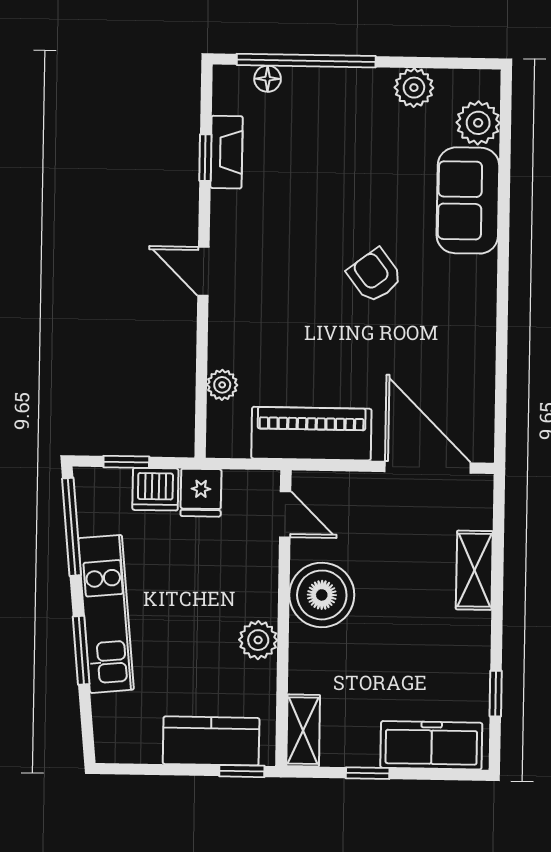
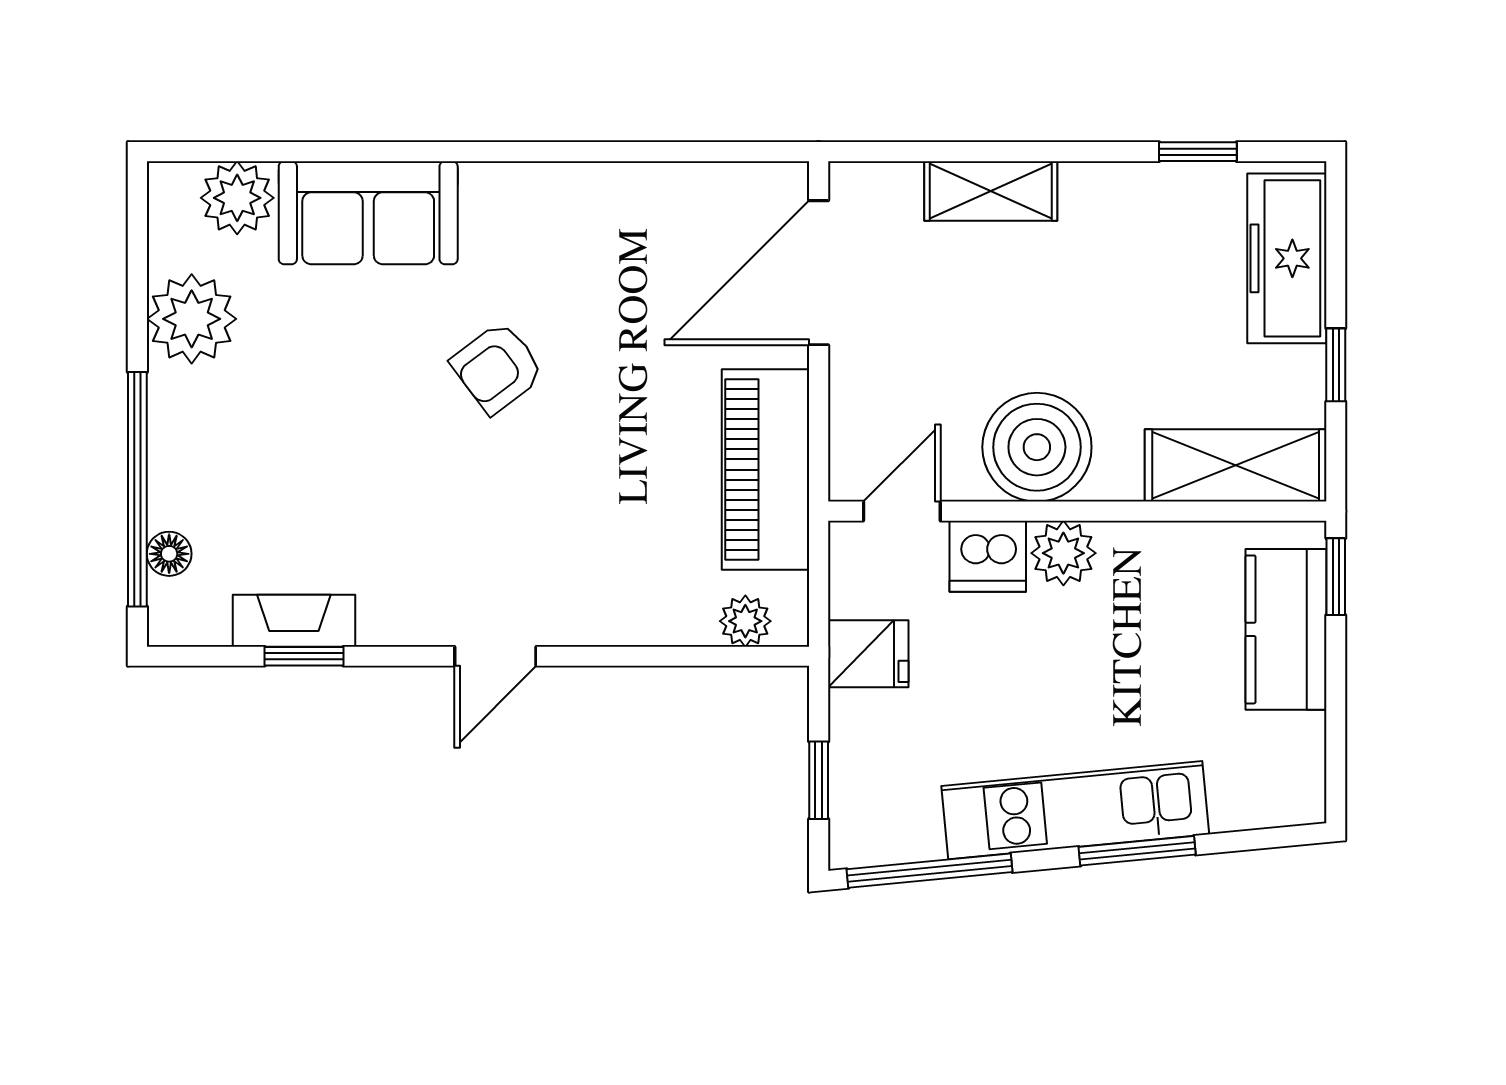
plant: (414, 88) -> (192, 319), width x1.36, depth x1.36
plant: (222, 385) -> (745, 621), moved
dishwasher: (155, 489) -> (988, 556), moved, turned 90
plant: (258, 640) -> (1063, 553), moved
shelving: (303, 731) -> (1236, 465), width x1.50, depth x1.33

